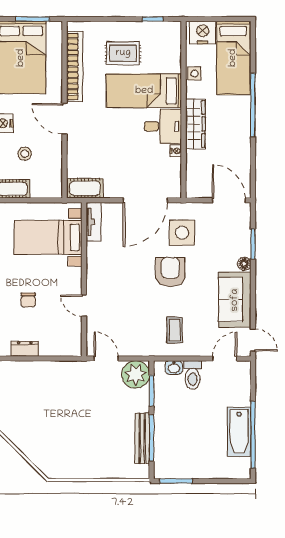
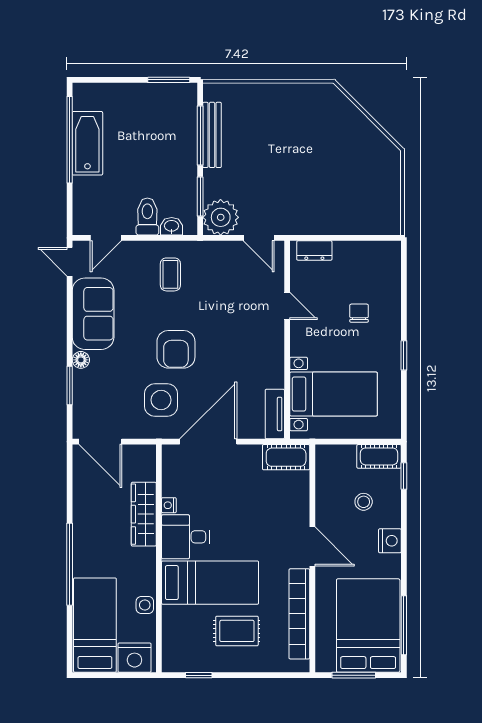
wardrobe: (195, 124) -> (144, 514), moved
dresser: (25, 349) -> (314, 251), moved

